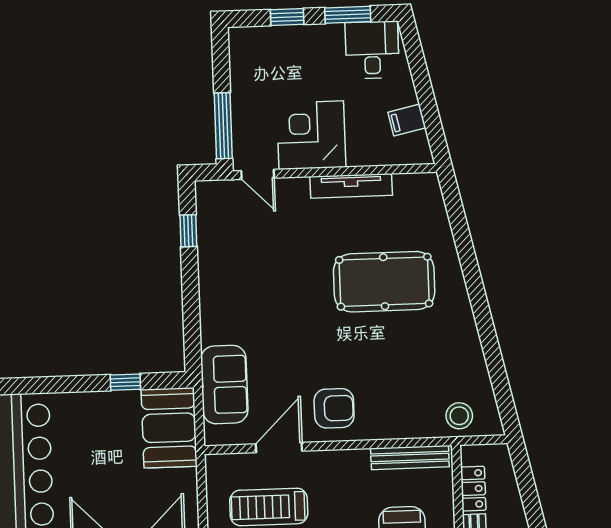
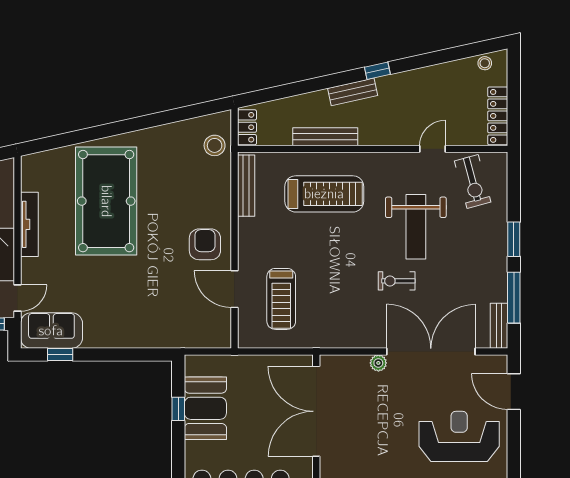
pool table: (384, 282) -> (106, 201), width x1.36, depth x1.32
sofa: (224, 385) -> (51, 331), moved
booth: (169, 428) -> (205, 408), moved, turned 90
locker: (473, 489) -> (247, 127), moved, turned 90

